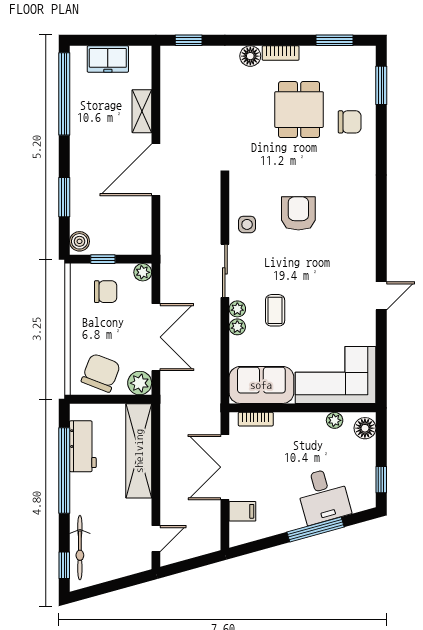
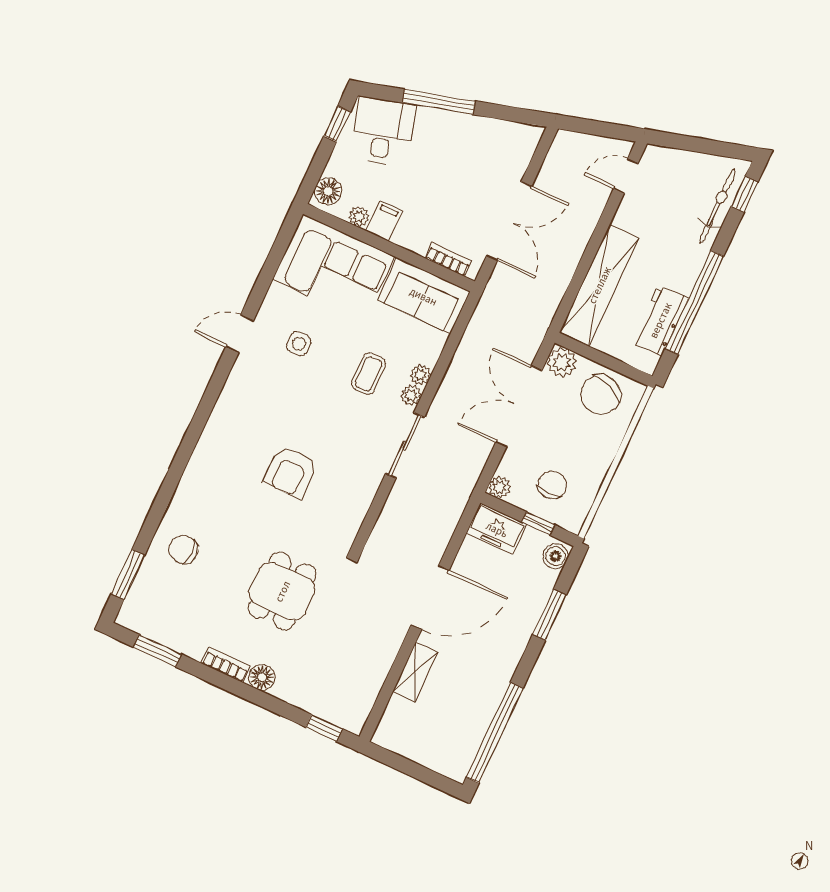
freezer: (108, 59) -> (497, 529), moved, turned 180
dining table: (299, 110) -> (282, 591), moved
side table: (247, 224) -> (299, 344), moved
chair: (106, 292) -> (552, 485), turned 90
desk: (323, 496) -> (383, 131), moved
filing cabinet: (242, 511) -> (384, 221), moved, turned 90

